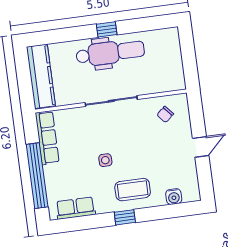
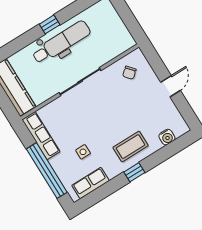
side table: (105, 160) -> (83, 152), moved

